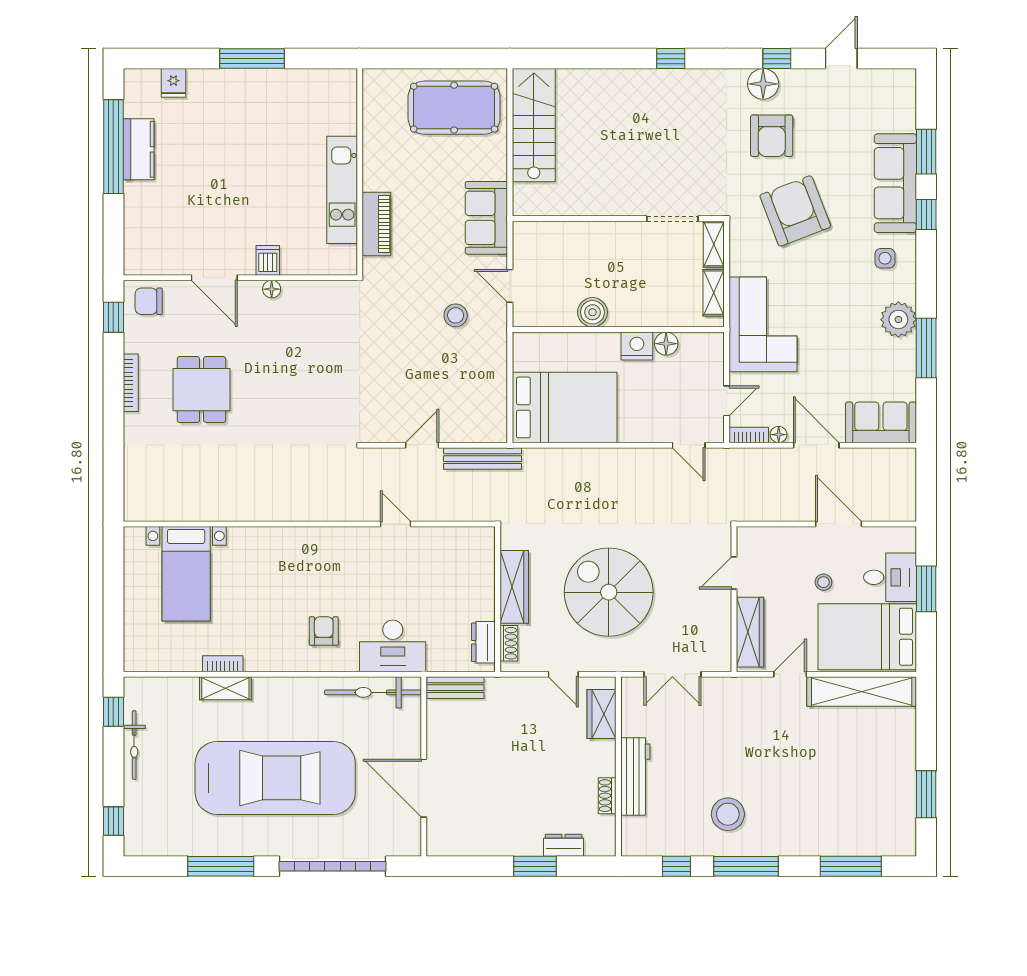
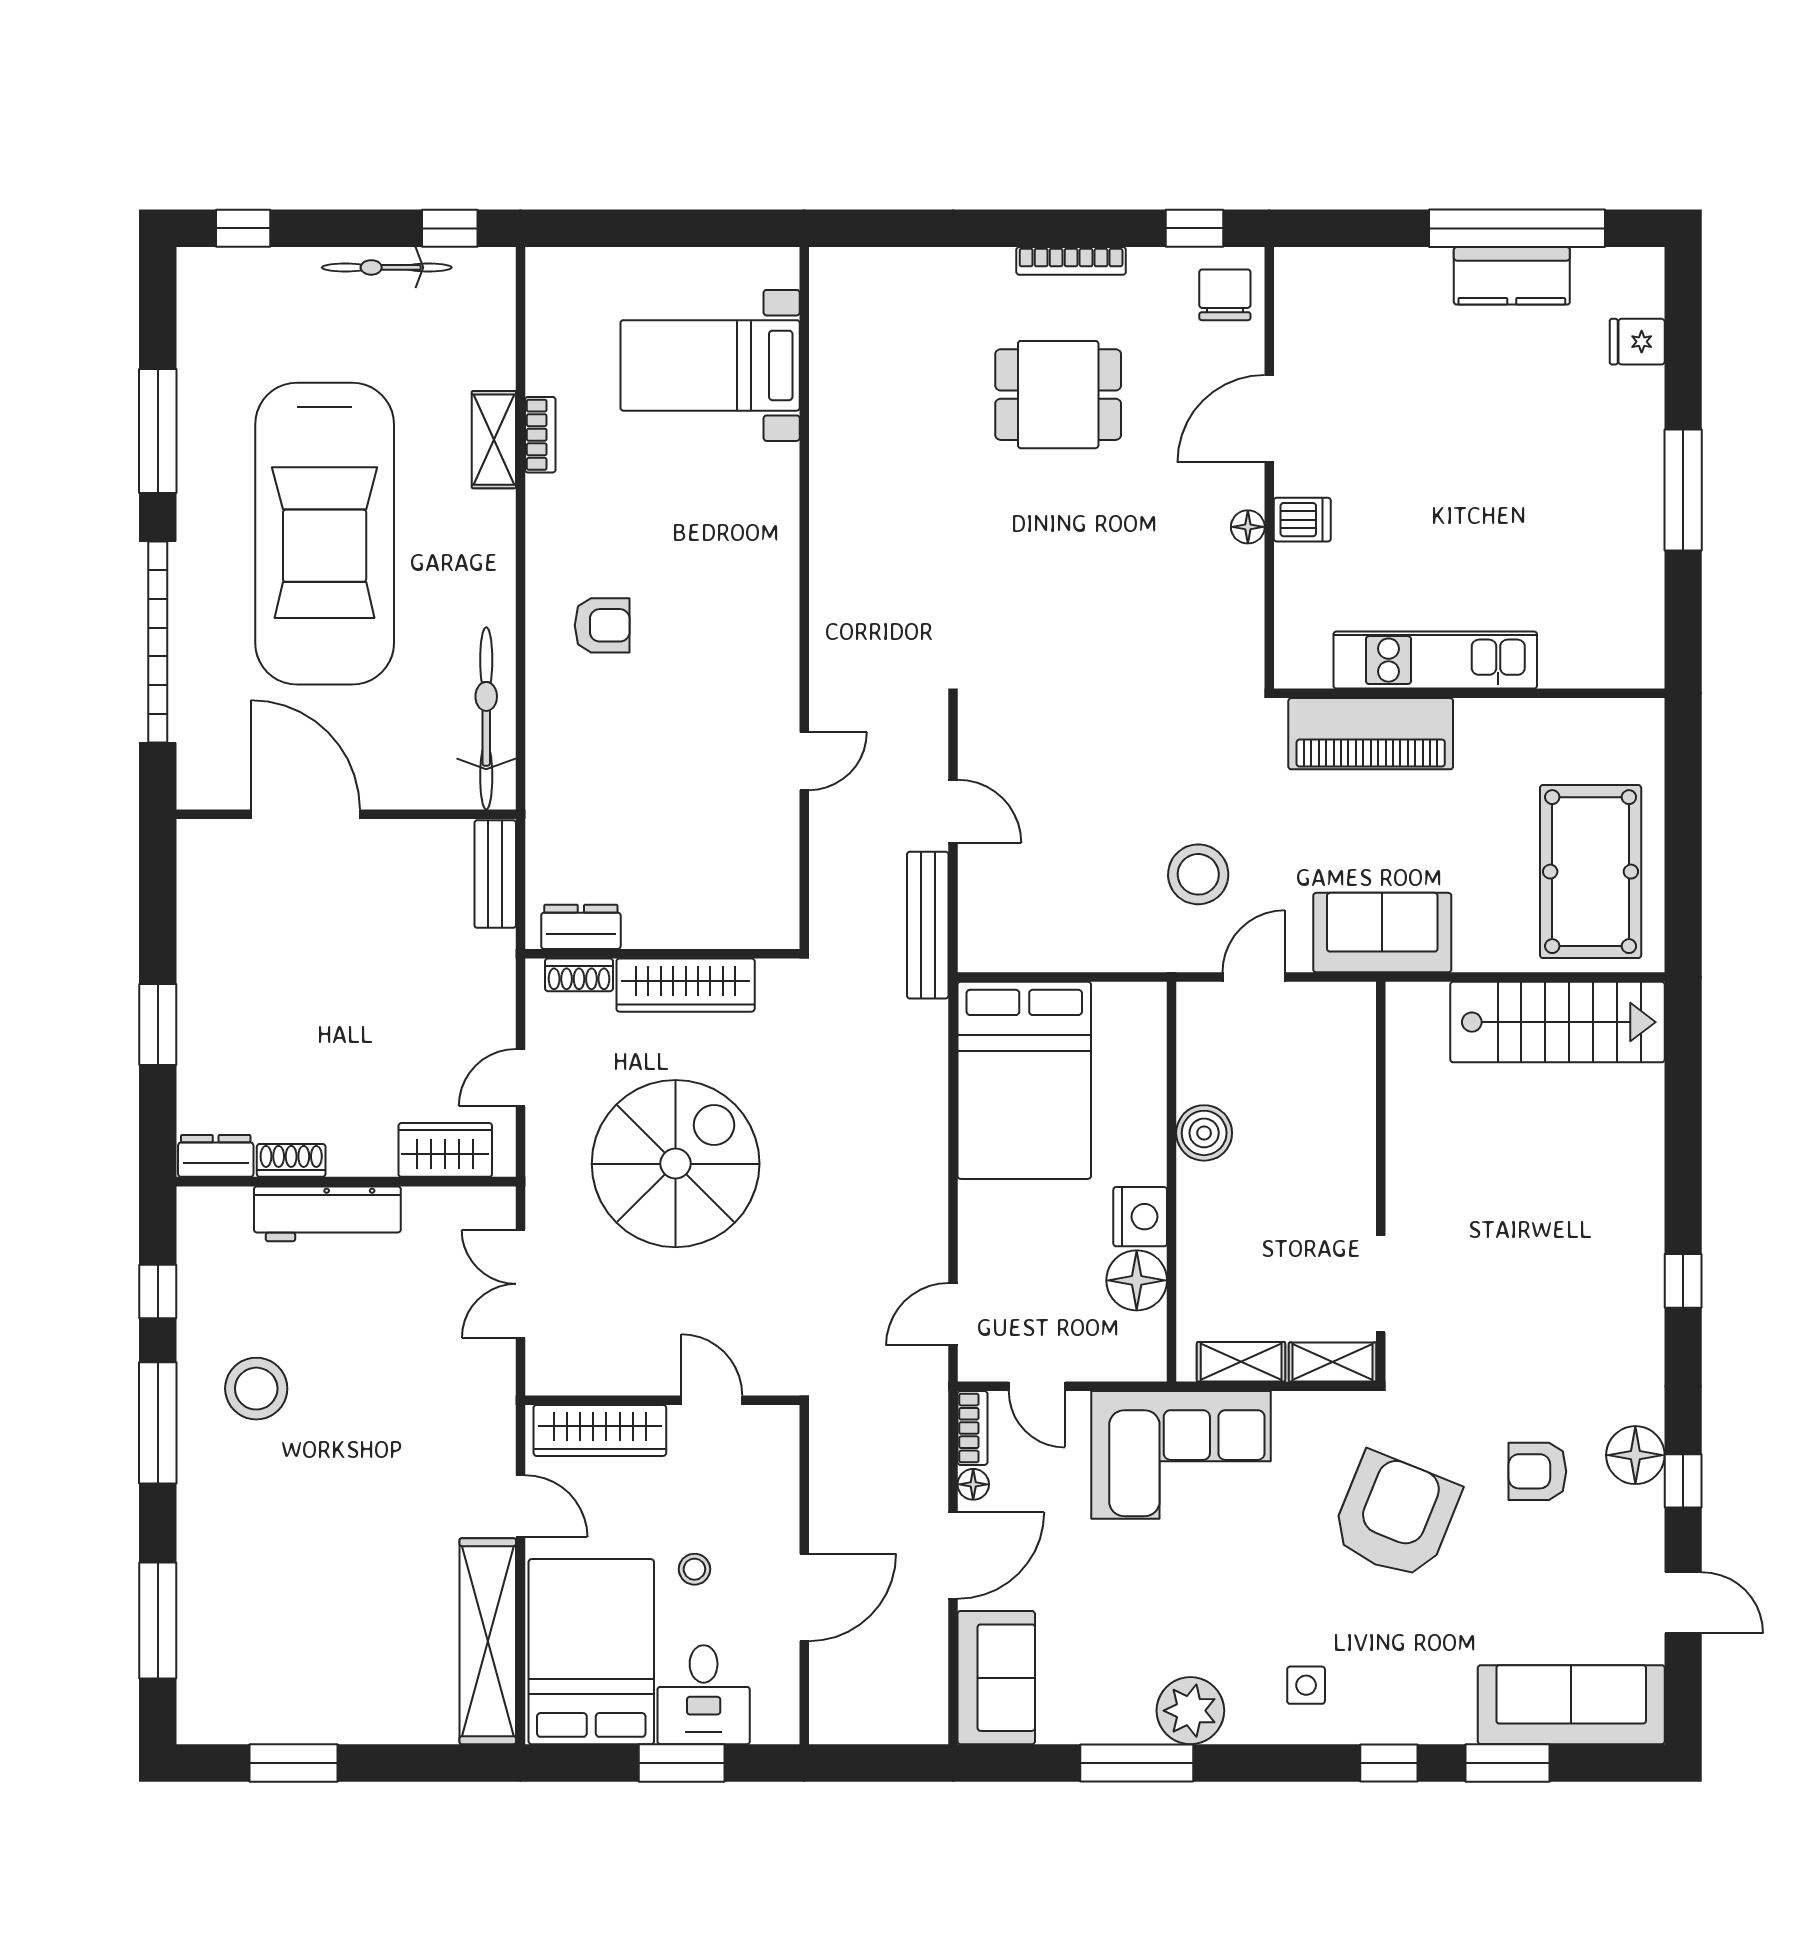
armchair: (772, 136) -> (1537, 1471), width x0.72, depth x0.72
sofa: (895, 183) -> (1571, 1705), moved
armchair: (795, 211) -> (1395, 1516), turned -47
piano: (376, 224) -> (1371, 734), width x1.37, depth x1.33
stool: (456, 315) -> (1198, 874), width x1.38, depth x1.38
floor lamp: (666, 344) -> (1137, 1280), width x1.38, depth x1.38
desk: (393, 646) -> (574, 756), removed
door: (424, 788) -> (305, 814), hinge flipped
dresser: (564, 845) -> (216, 1156), moved, turned -90

